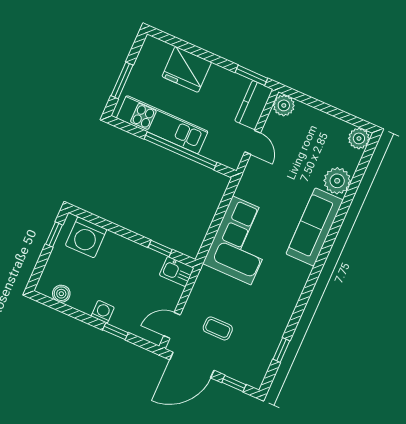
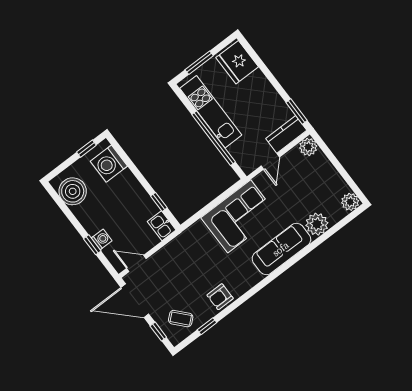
fridge: (187, 69) -> (237, 62), moved
corner sofa: (242, 240) -> (239, 216), moved
boiler: (61, 294) -> (73, 191), width x1.86, depth x1.86
washing machine: (103, 312) -> (102, 239), moved
armchair: (278, 312) -> (220, 297), added
coffee table: (218, 328) -> (181, 319), moved, turned -42

